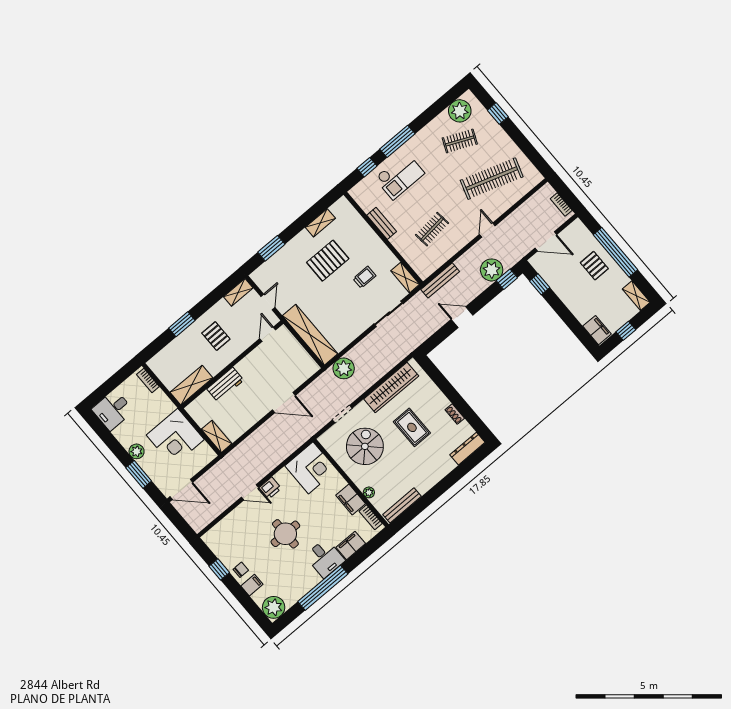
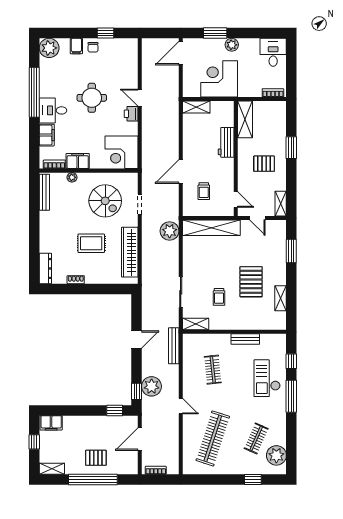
trolley: (284, 368) -> (204, 191), added
door: (250, 492) -> (140, 98), hinge flipped

